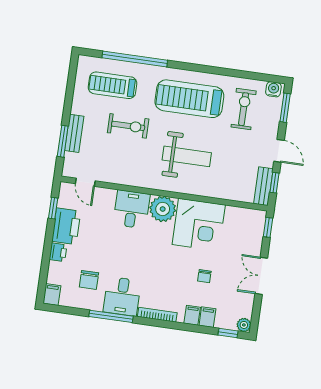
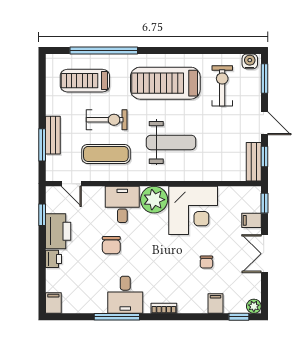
exercise mat: (123, 159) -> (106, 154), added
chair: (89, 280) -> (111, 245), moved
bookcase: (157, 315) -> (164, 308), width x0.64
filing cabinet: (192, 315) -> (251, 220), moved, turned -90

